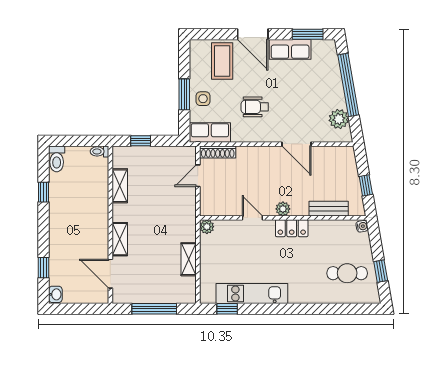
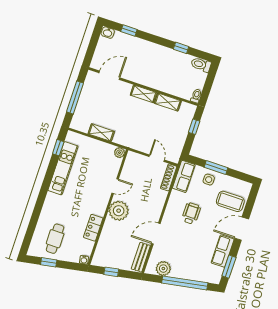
plant: (283, 209) -> (119, 211), width x1.88, depth x1.88
bench: (329, 209) -> (141, 257), moved
locker: (292, 228) -> (93, 228), moved
shelving: (120, 239) -> (144, 94), moved

